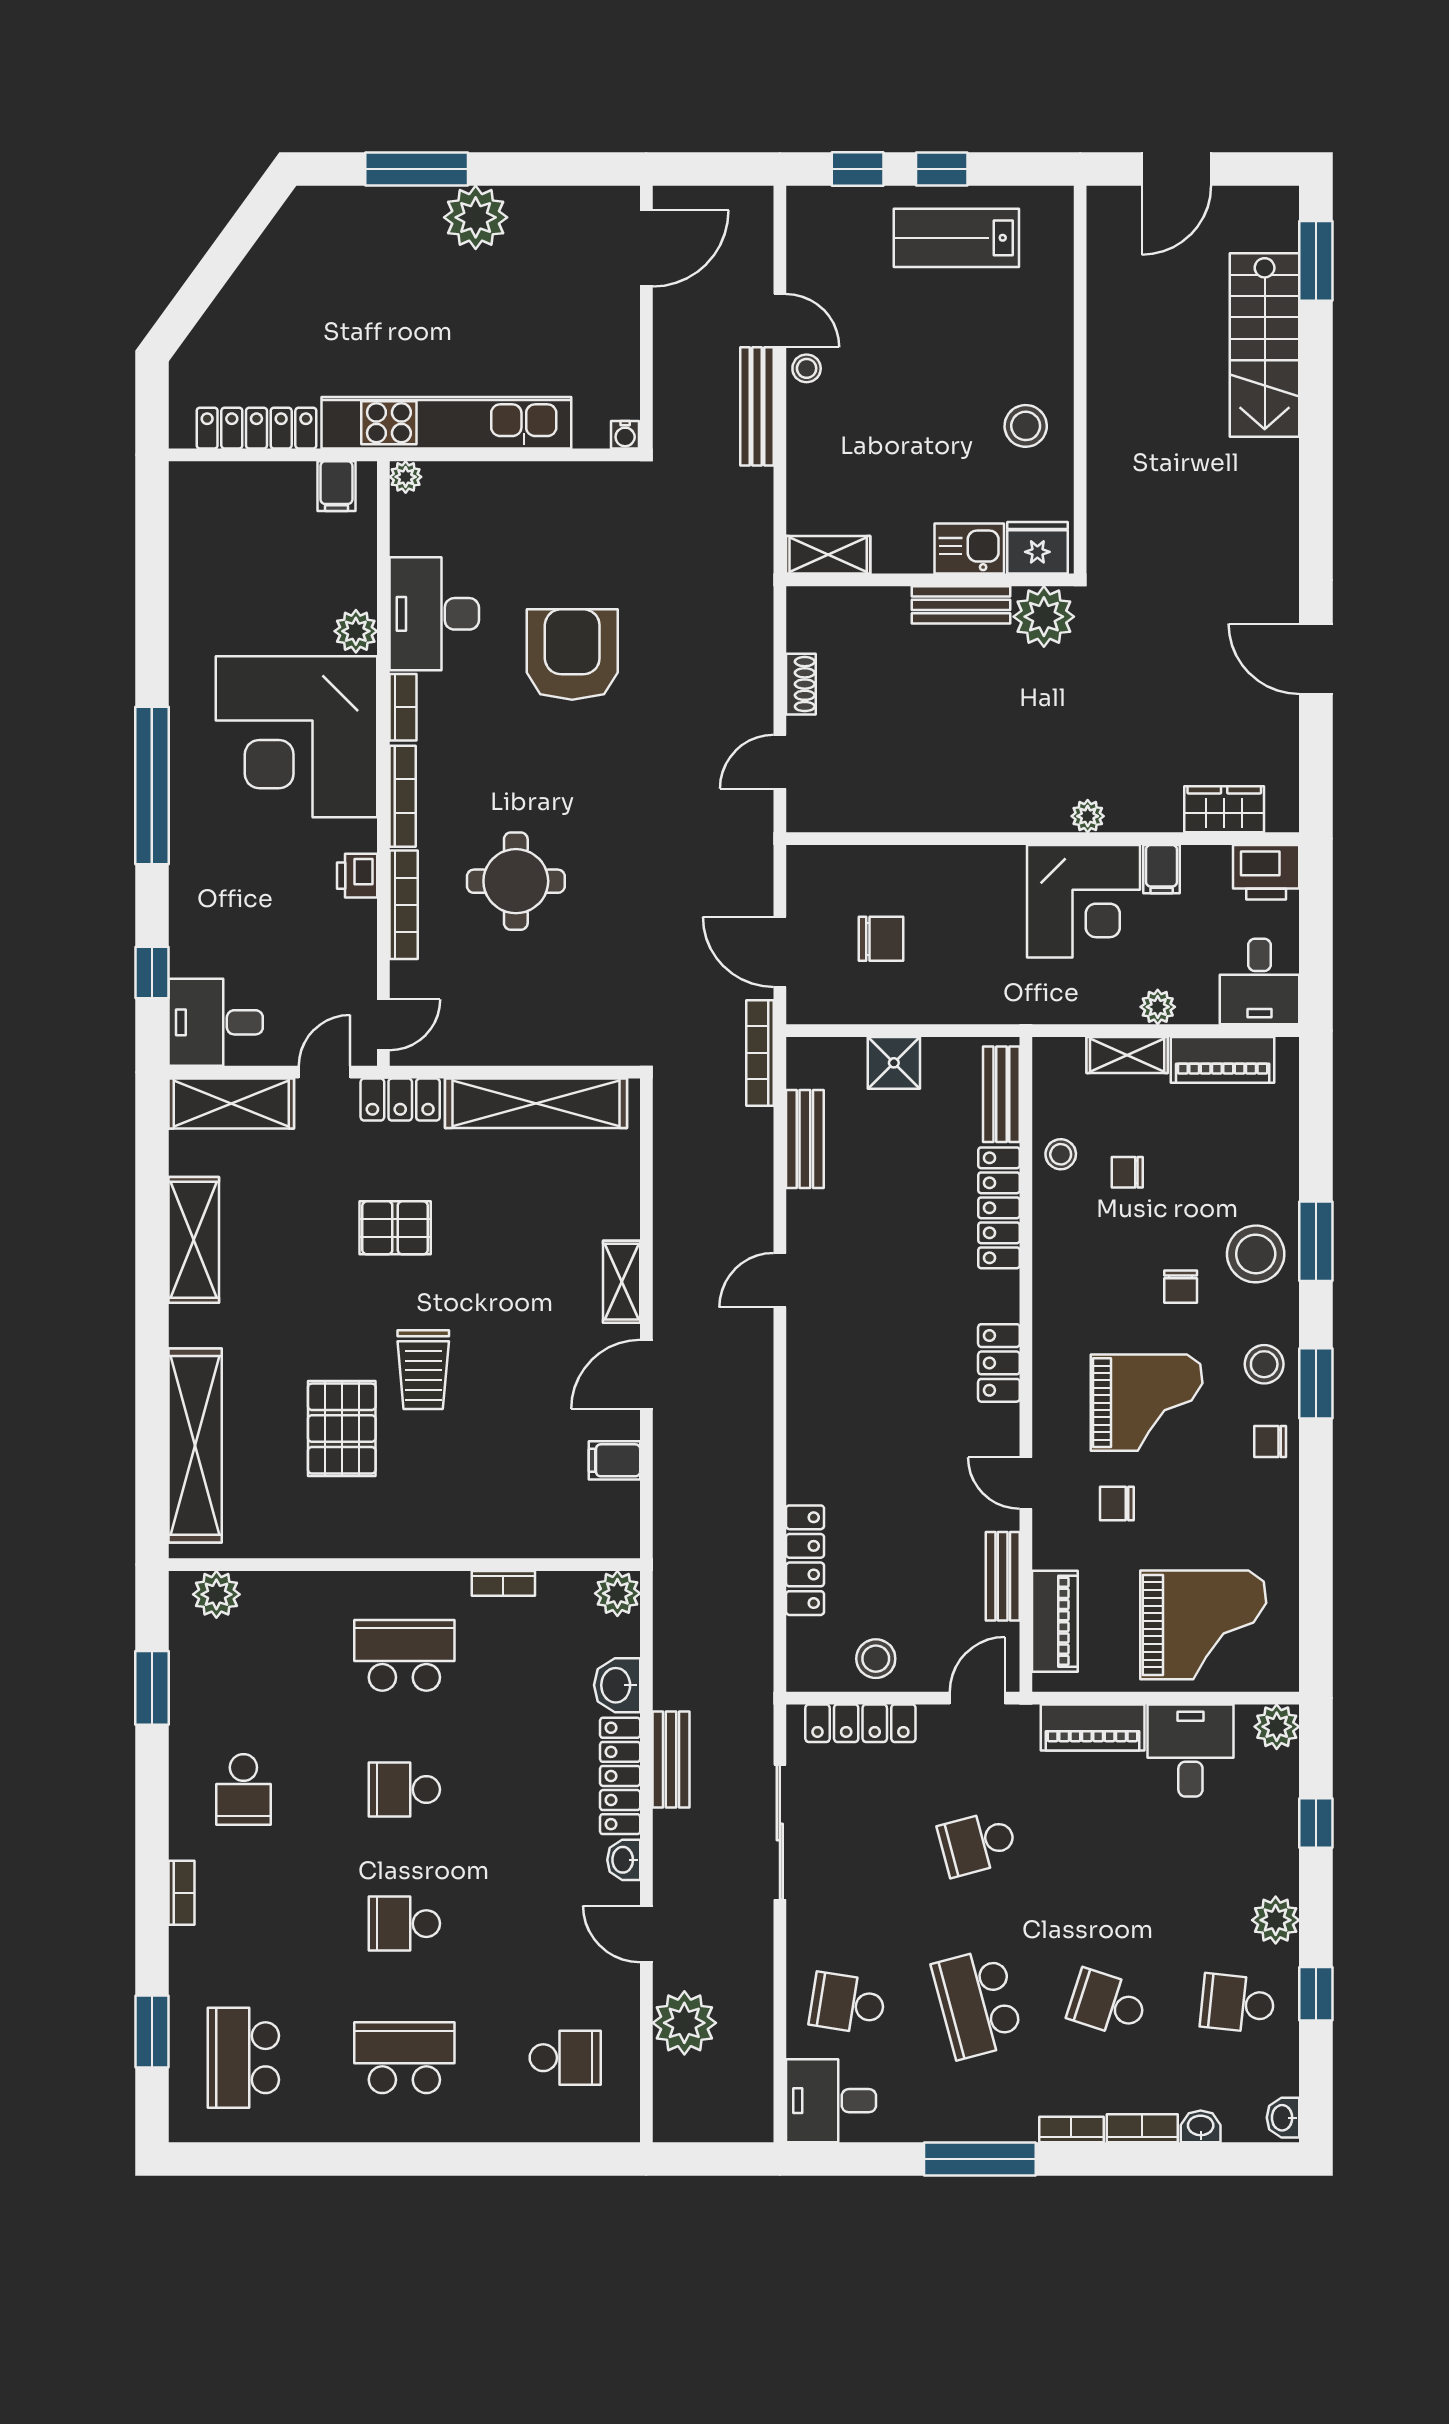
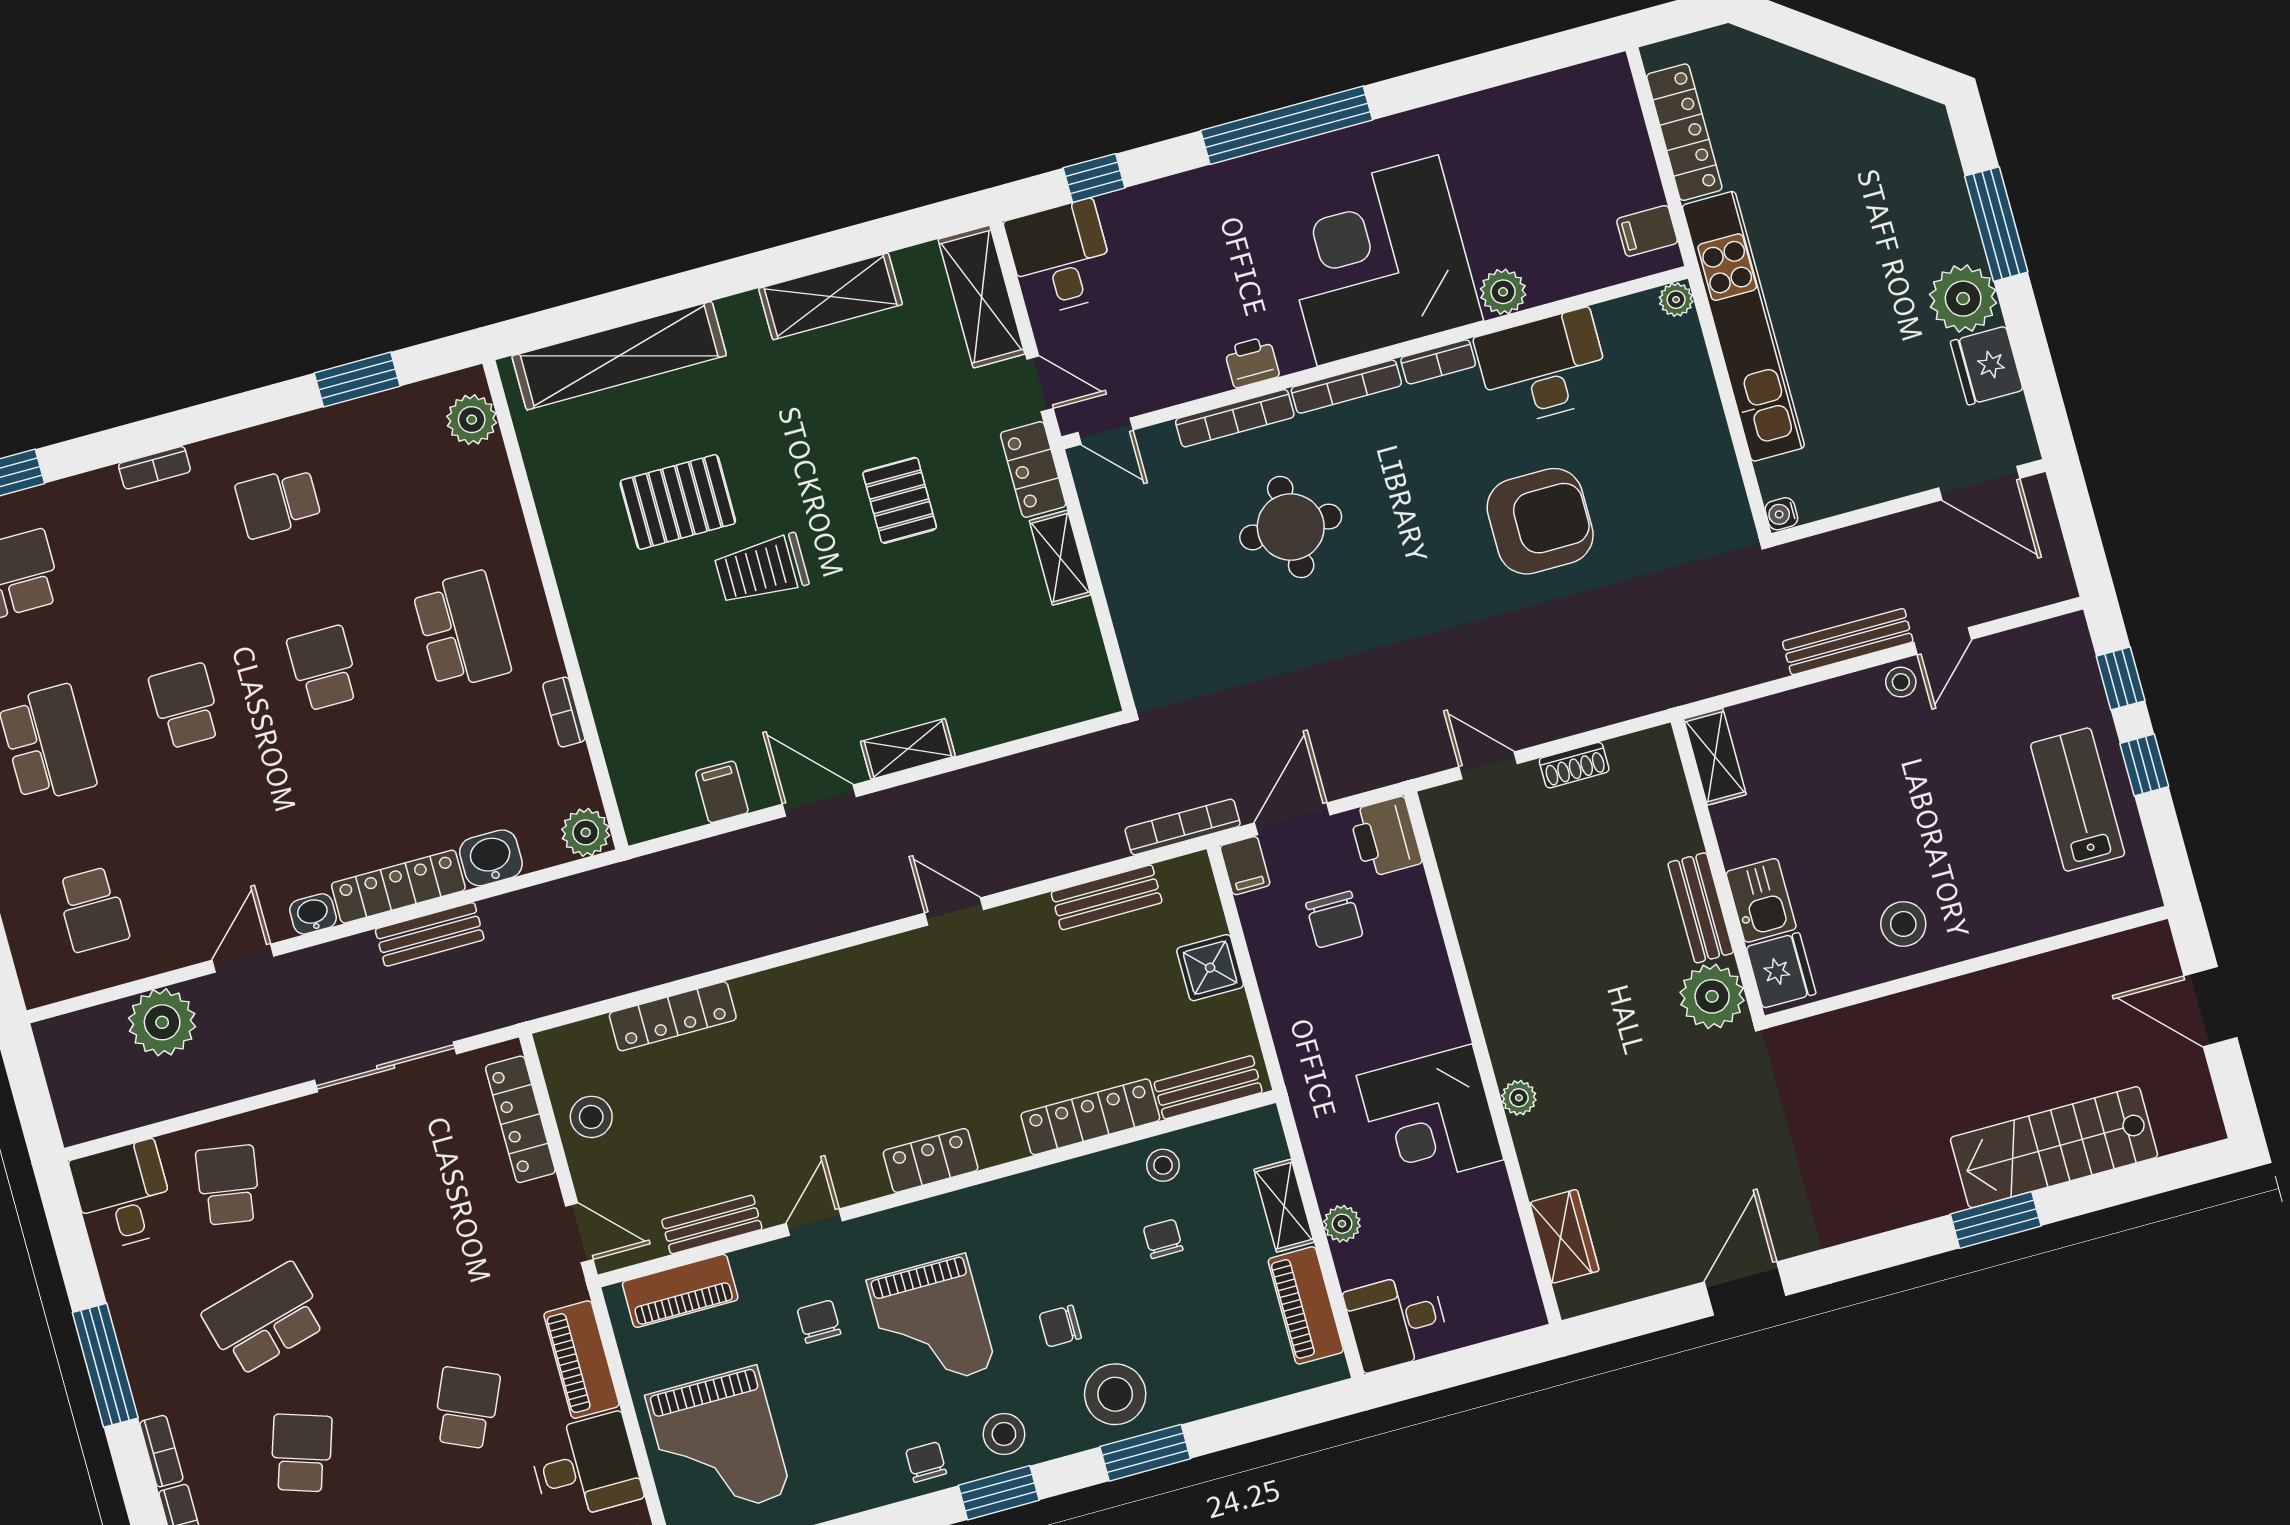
fridge: (542, 213) -> (1987, 366), added
window: (1316, 261) -> (1996, 1220), moved
filing cabinet: (1162, 869) -> (1245, 866), moved, turned -90
printer: (1266, 872) -> (1385, 837), moved
shelving: (536, 1103) -> (1060, 558), width x0.45, depth x0.75
school desk: (978, 1843) -> (466, 1408), moved, turned 39

